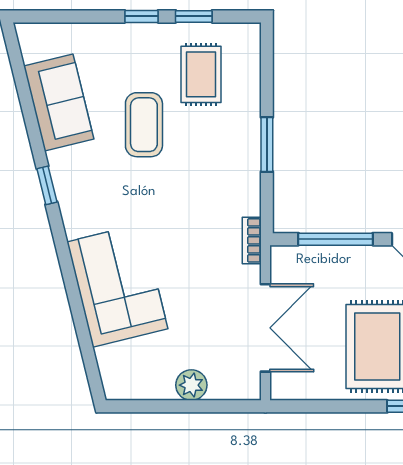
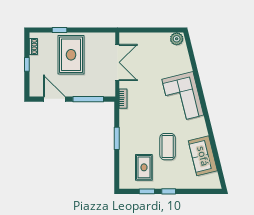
window: (47, 185) -> (208, 121), removed
corner sofa: (117, 285) -> (183, 97), moved
double door: (265, 328) -> (117, 62), swing flipped
plant: (191, 385) -> (177, 39), moved

